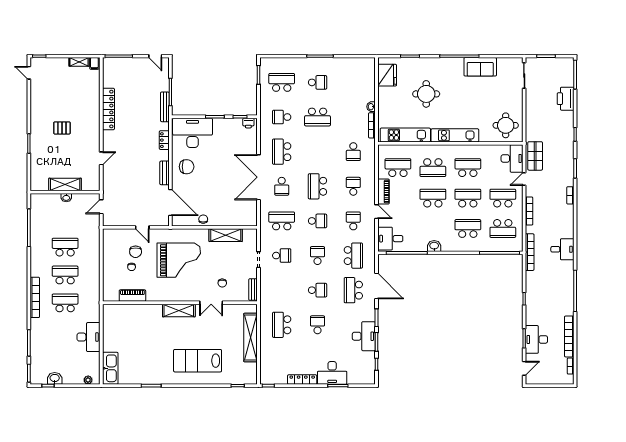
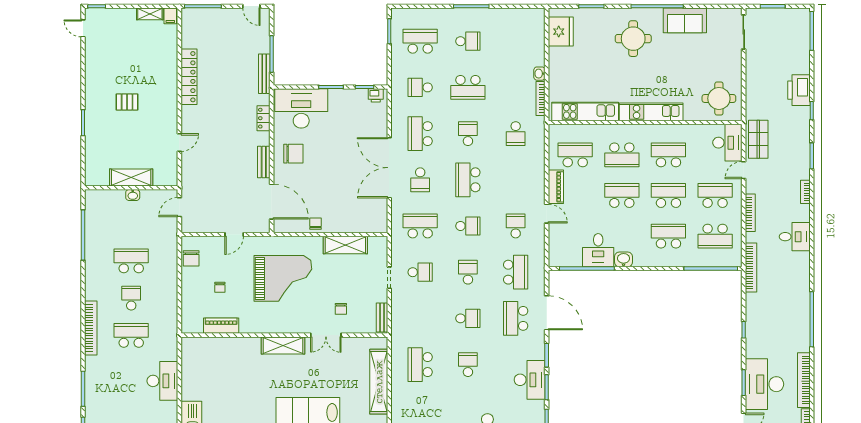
round table: (426, 94) -> (633, 39), moved
printer: (566, 99) -> (799, 90), moved
school desk: (353, 186) -> (468, 134), moved
door: (142, 227) -> (234, 234), hinge flipped
desk: (390, 239) -> (598, 250), moved, turned -90
desk: (562, 249) -> (795, 237), moved
chair: (136, 252) -> (191, 258), moved
school desk: (65, 275) -> (131, 298), width x0.54
desk: (536, 339) -> (764, 384), width x1.36, depth x1.30

